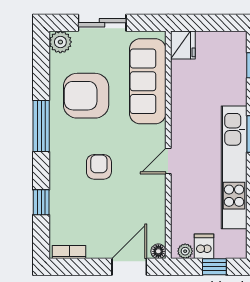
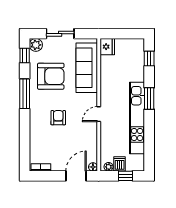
armchair: (86, 96) -> (51, 76), turned 180
window: (41, 202) -> (25, 56), moved

